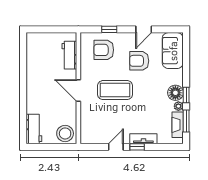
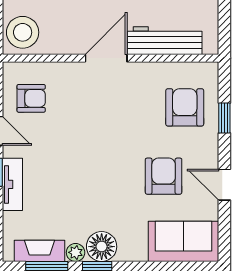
workbench: (69, 55) -> (165, 41), width x1.38
coffee table: (115, 90) -> (107, 129), removed
armchair: (99, 129) -> (31, 98), added

